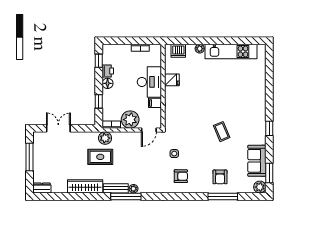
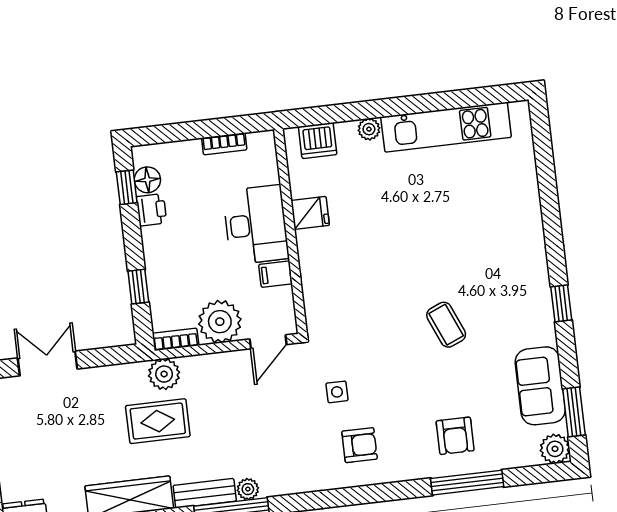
floor lamp: (108, 83) -> (147, 180), moved

